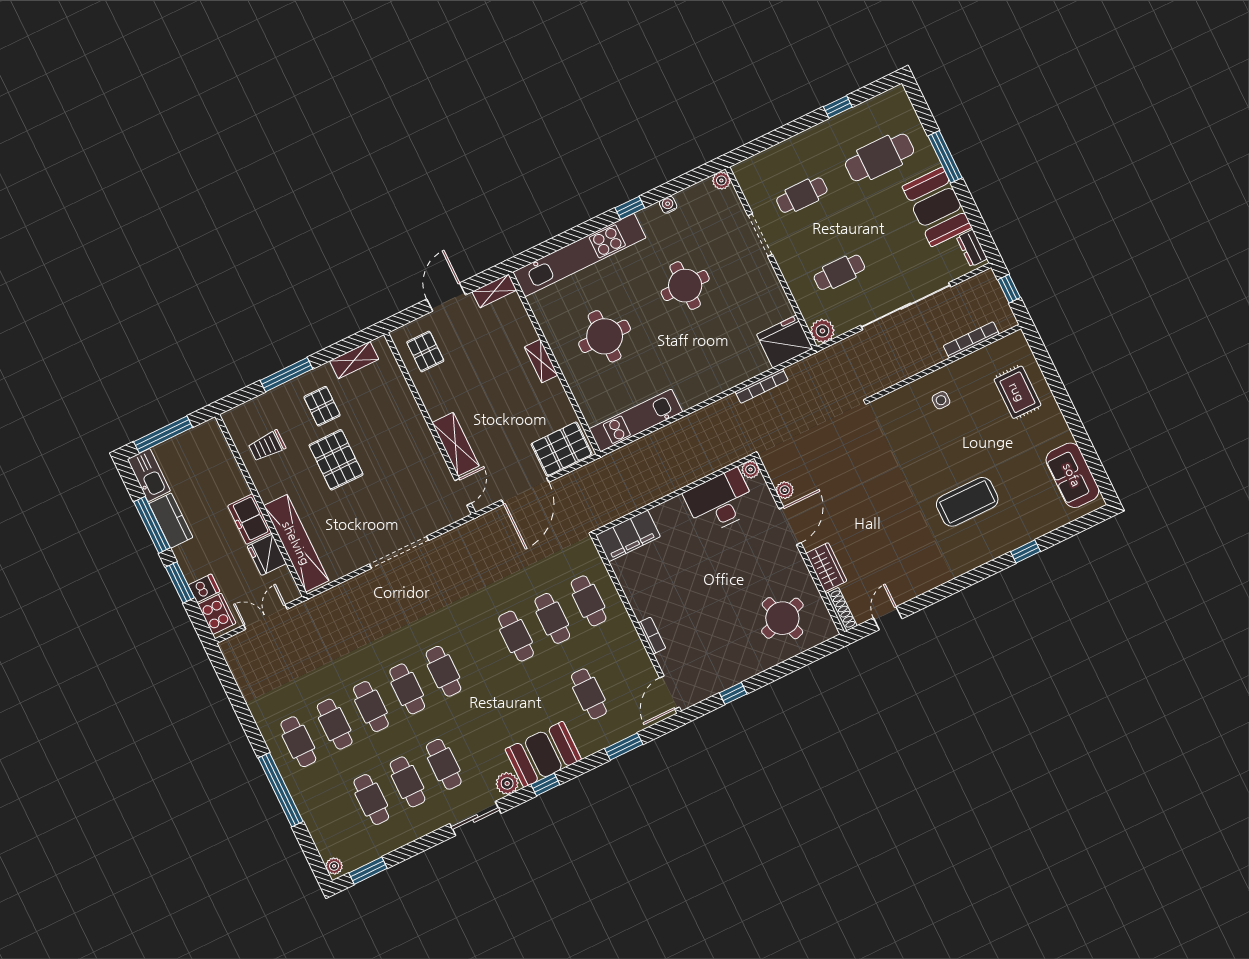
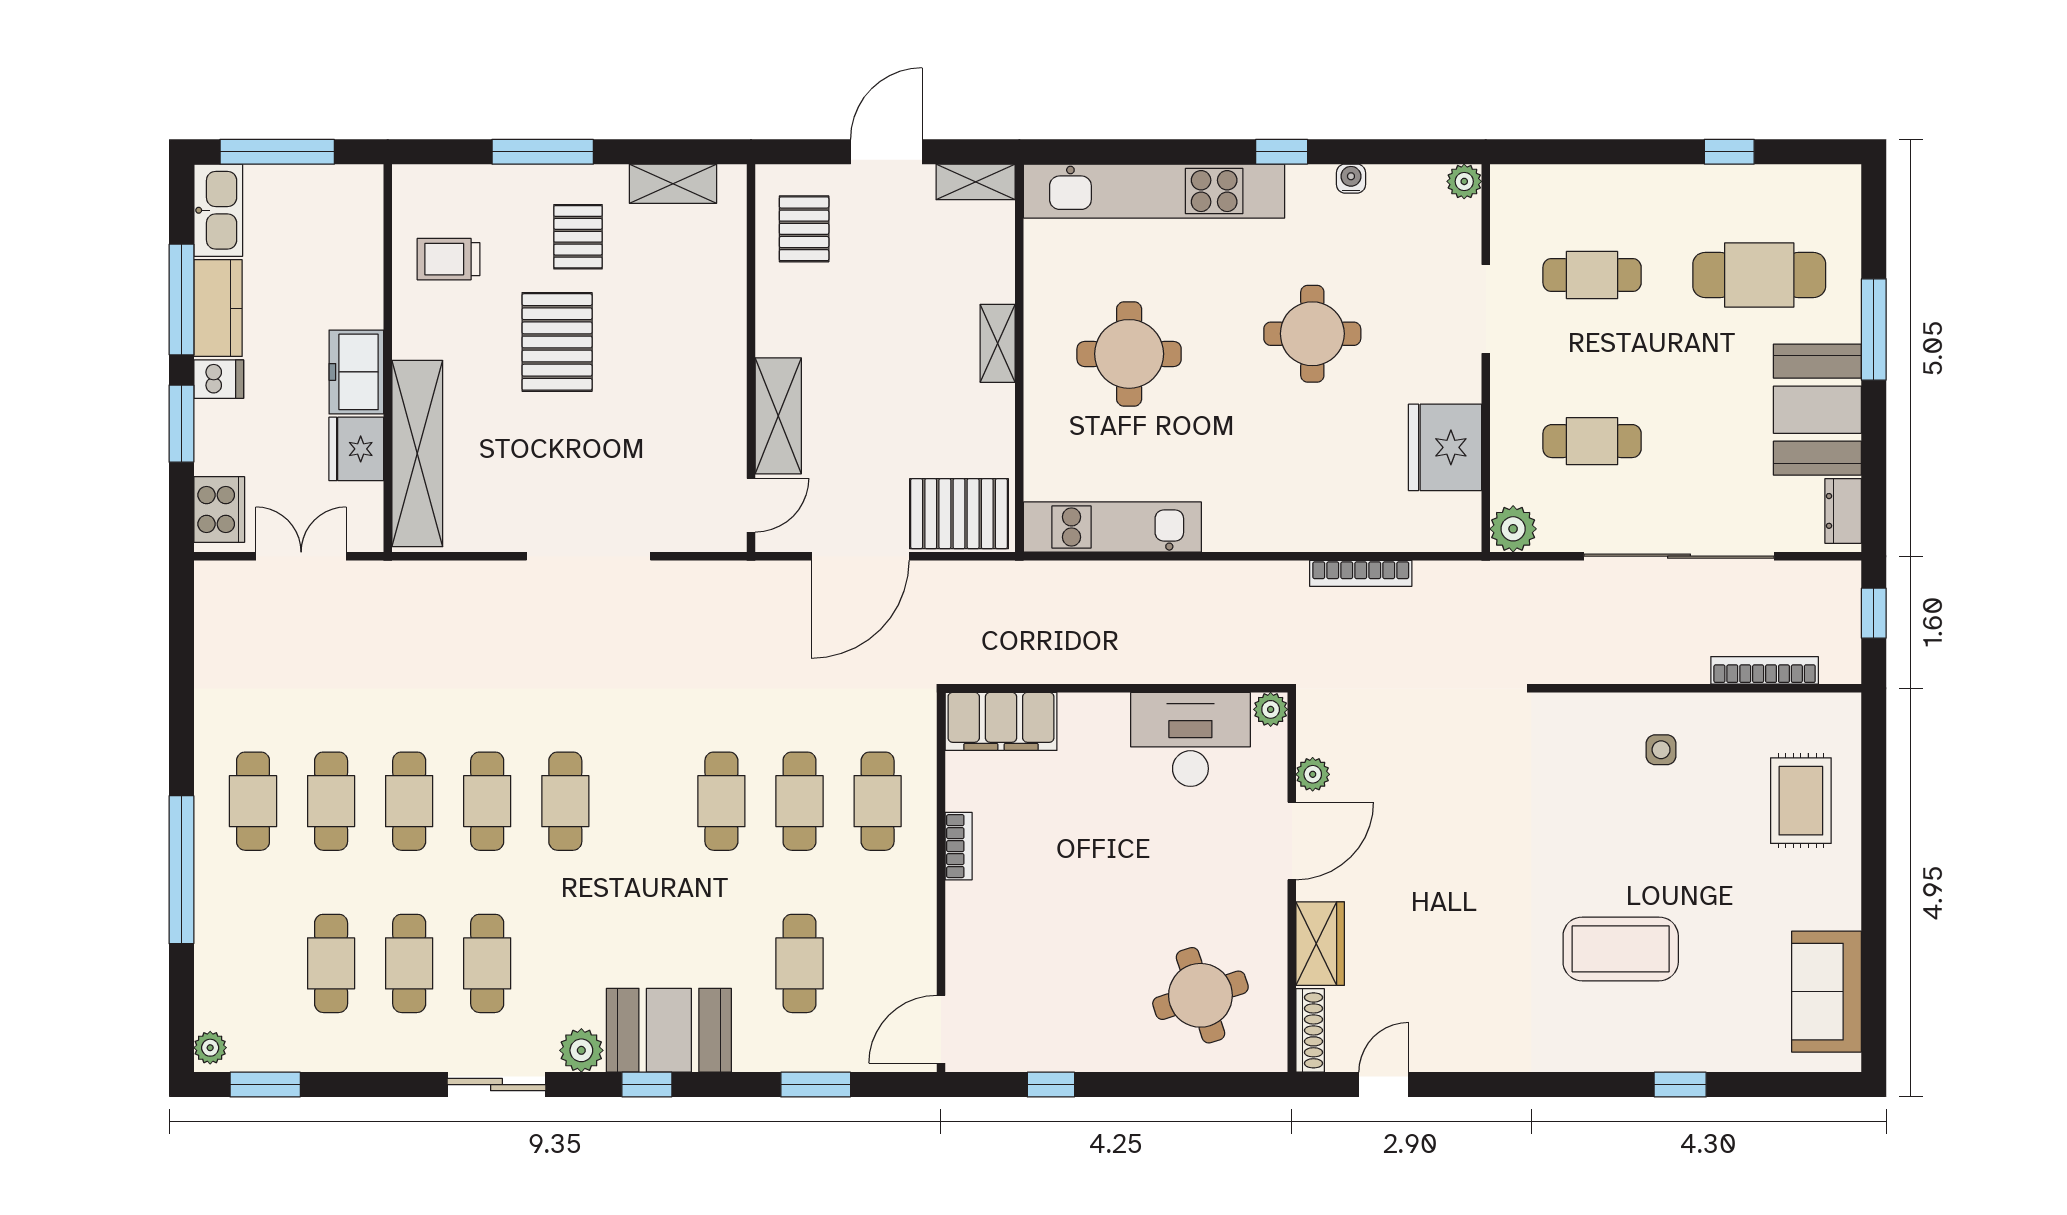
fridge: (785, 342) -> (1445, 447), moved, turned -90
dishwasher: (204, 588) -> (219, 379), moved
bookcase: (652, 636) -> (959, 846), moved

